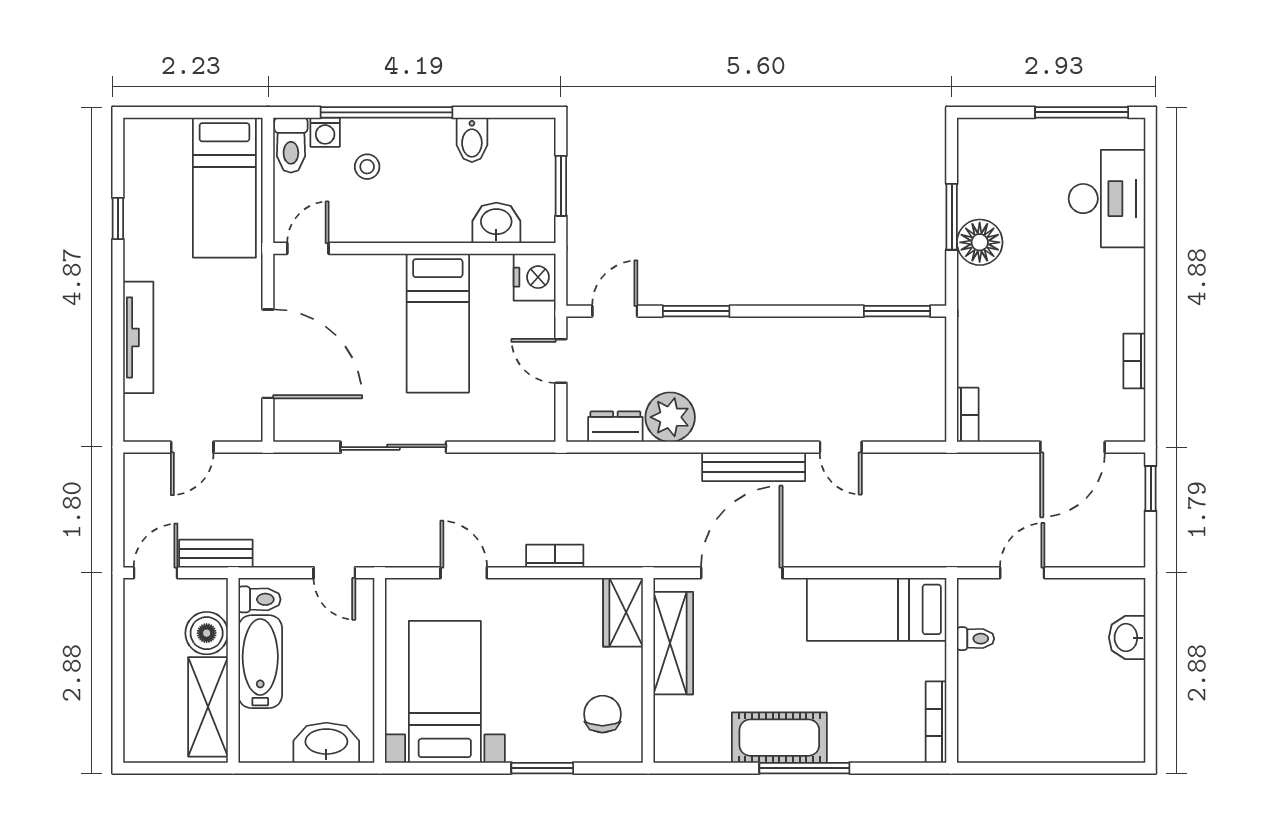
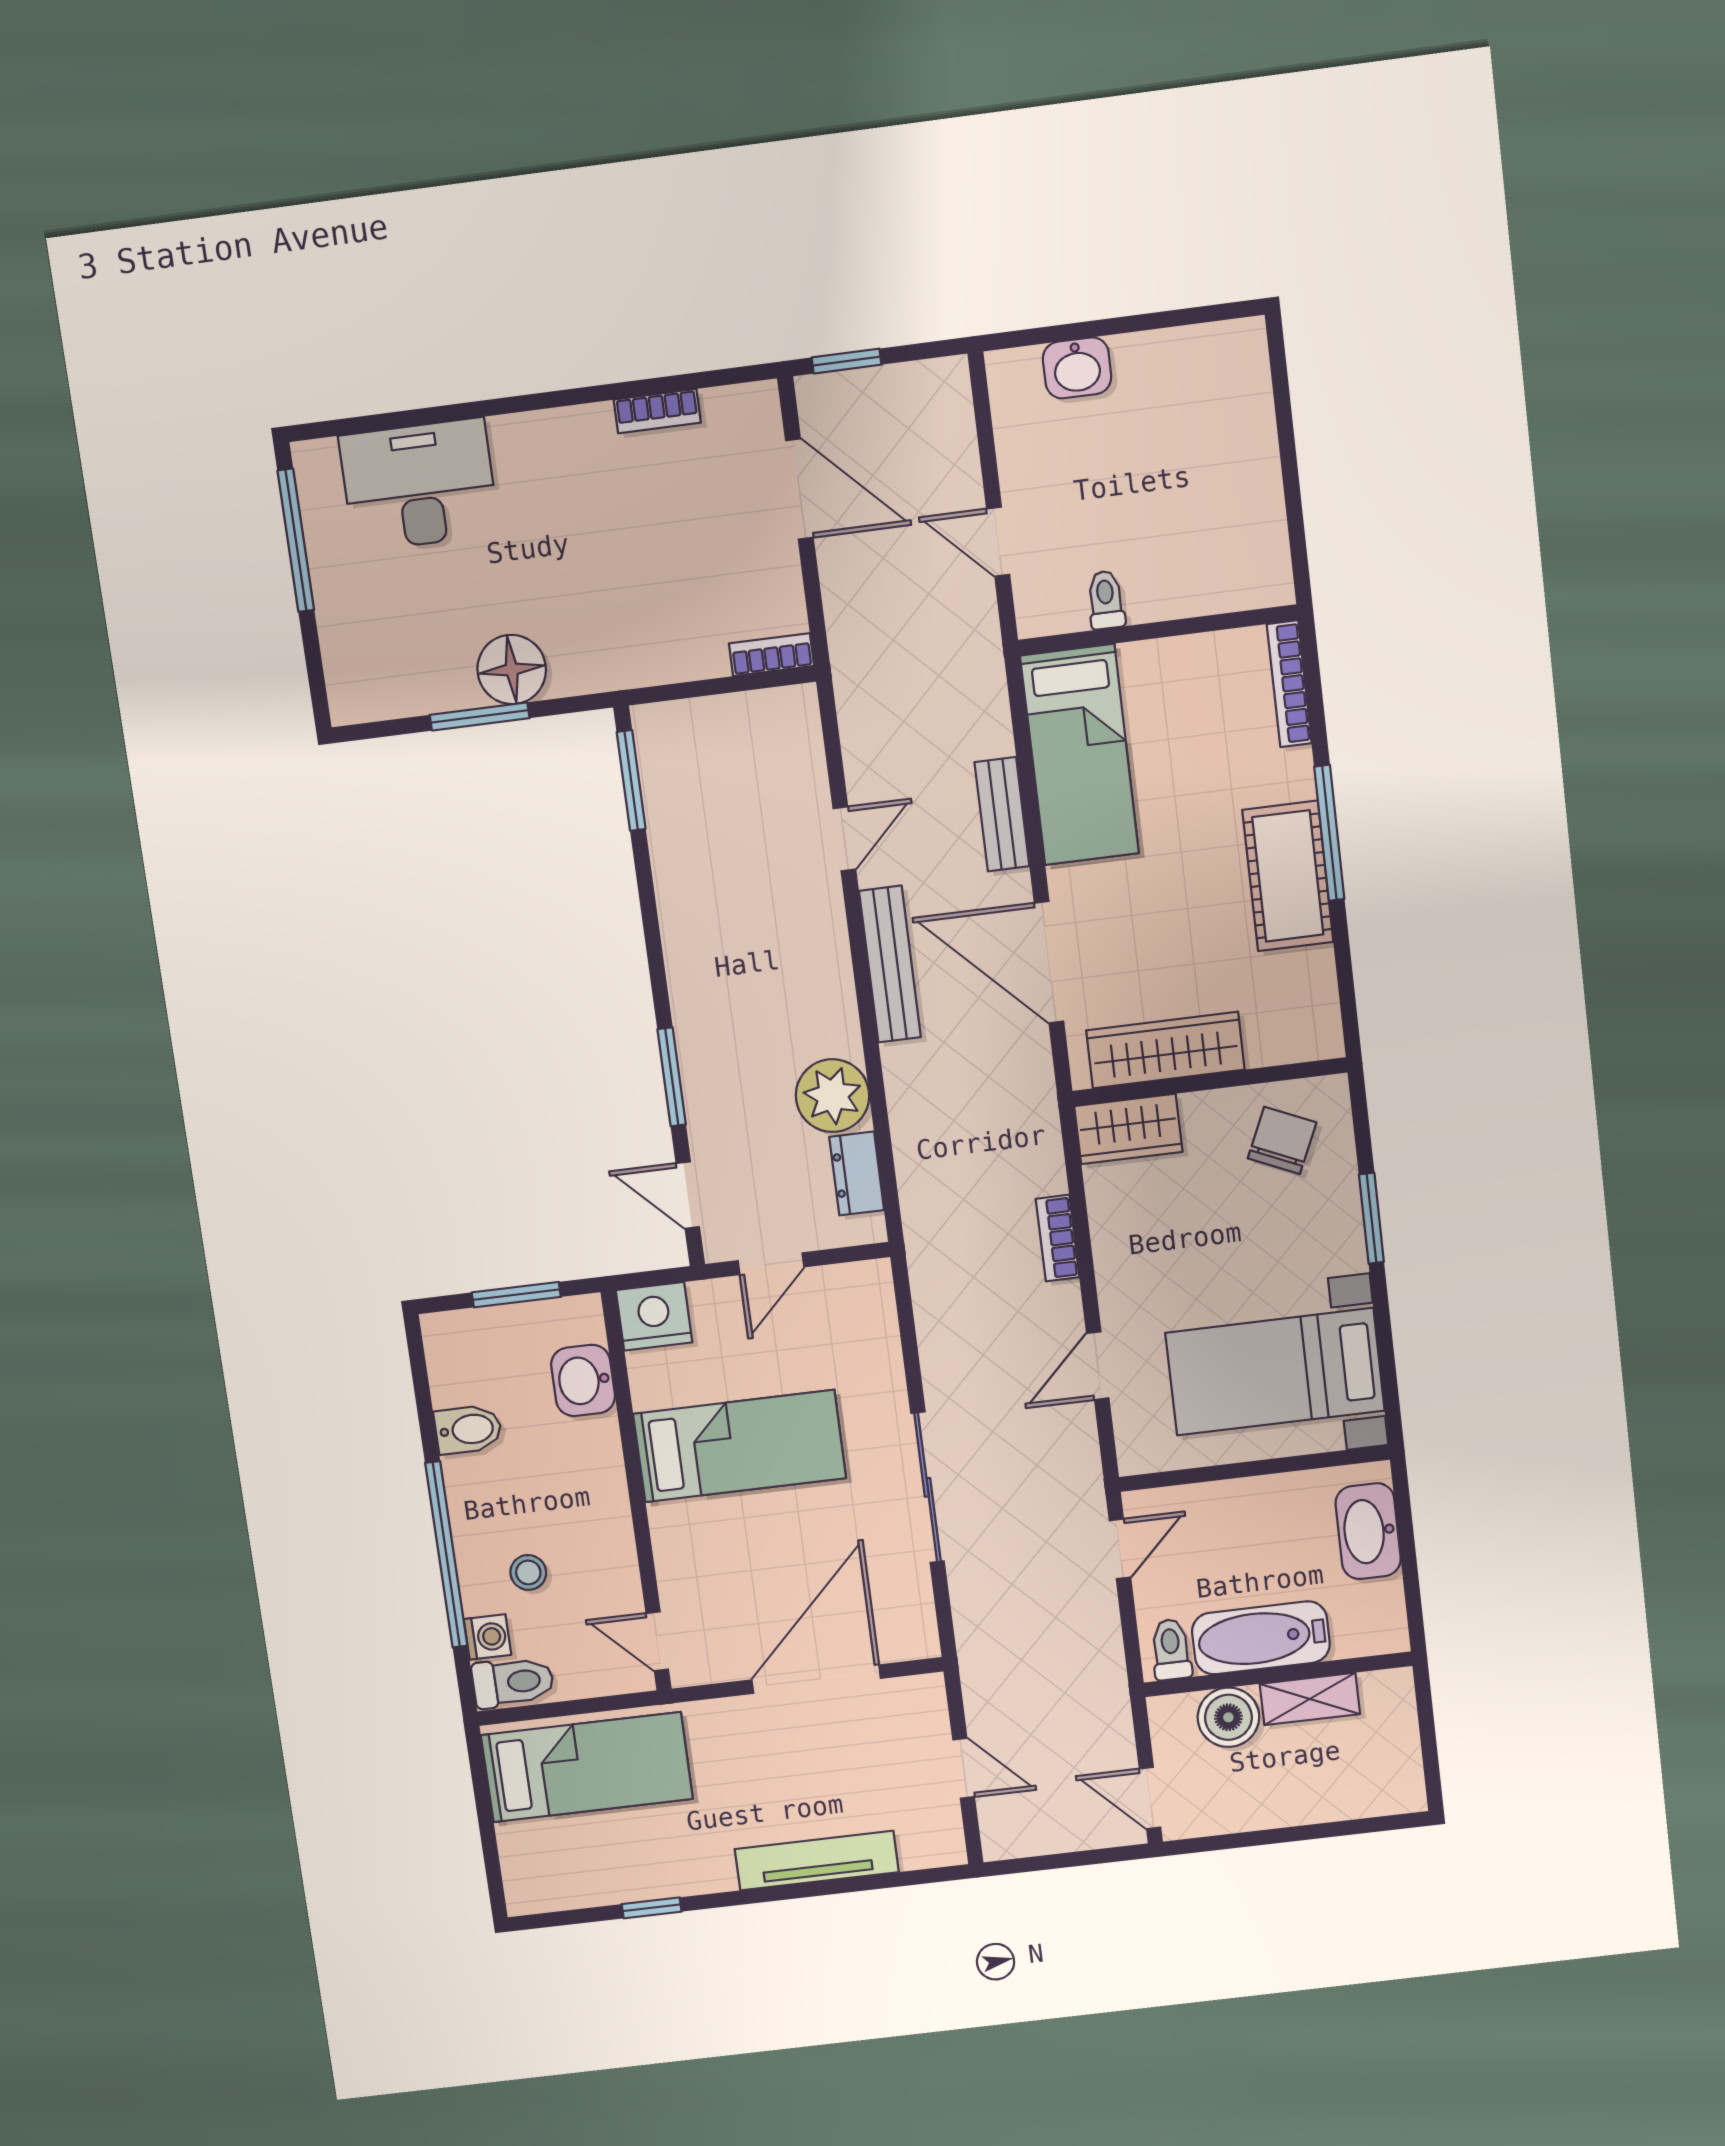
bench: (216, 554) -> (1002, 814), moved
shelving: (208, 707) -> (1310, 1699), width x0.67, depth x0.75
chair: (602, 714) -> (1282, 1140), turned 114
bookcase: (936, 722) -> (1289, 684), moved, turned 90

